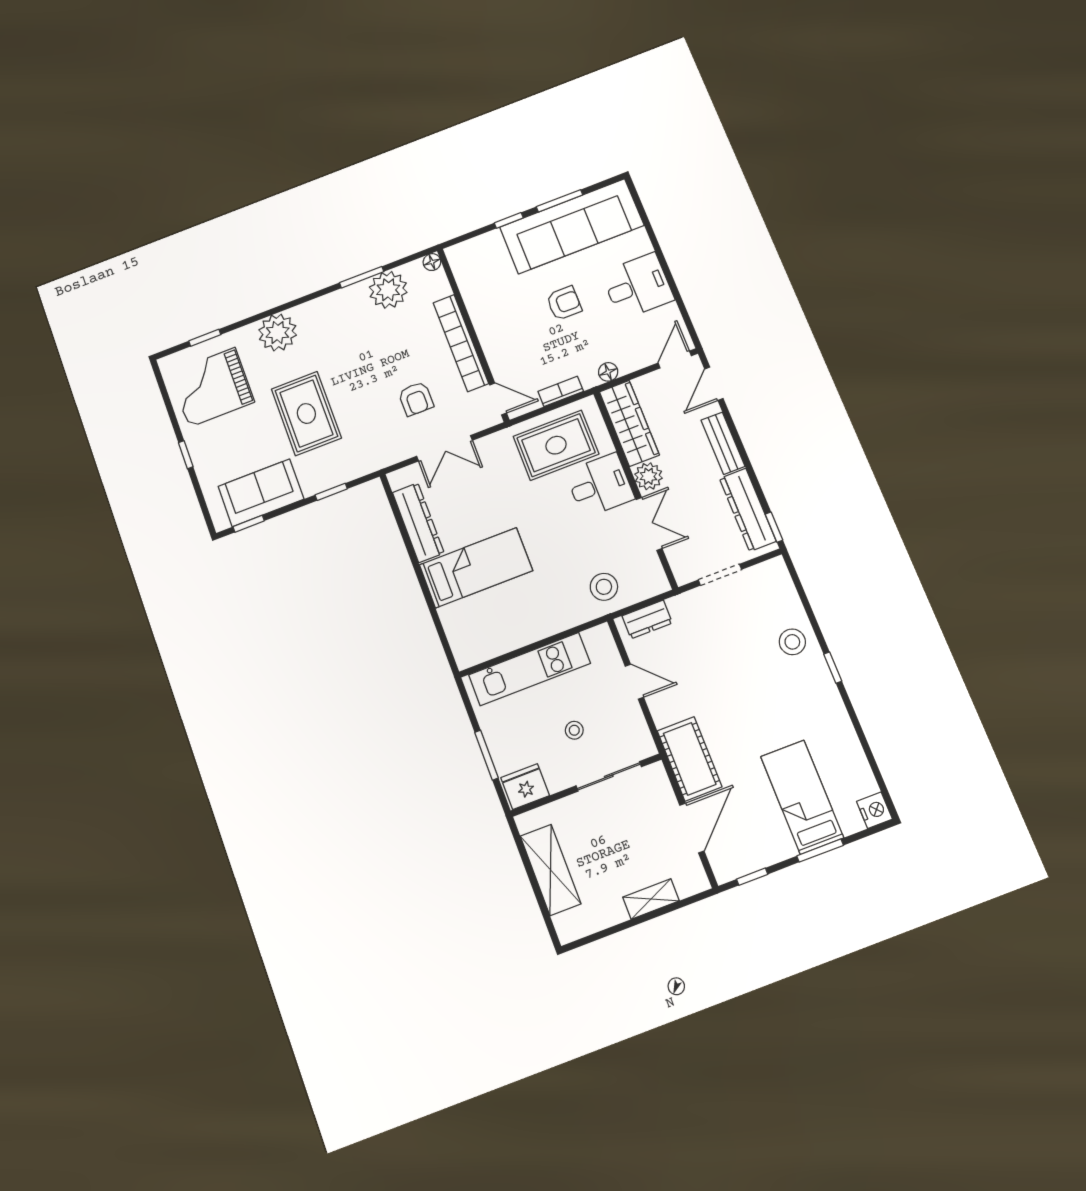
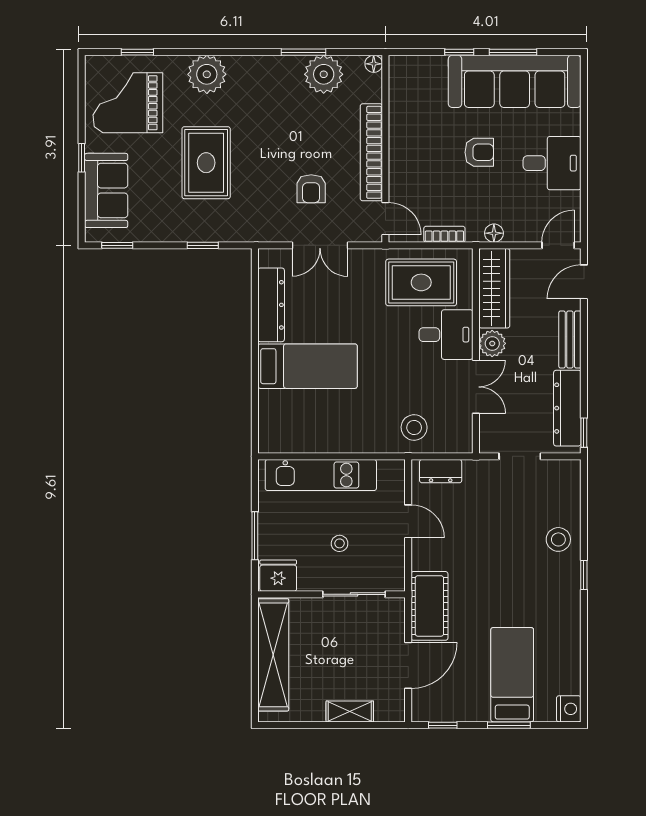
sofa: (261, 493) -> (106, 190), moved, turned 90
shelving: (550, 870) -> (273, 655), width x1.47

